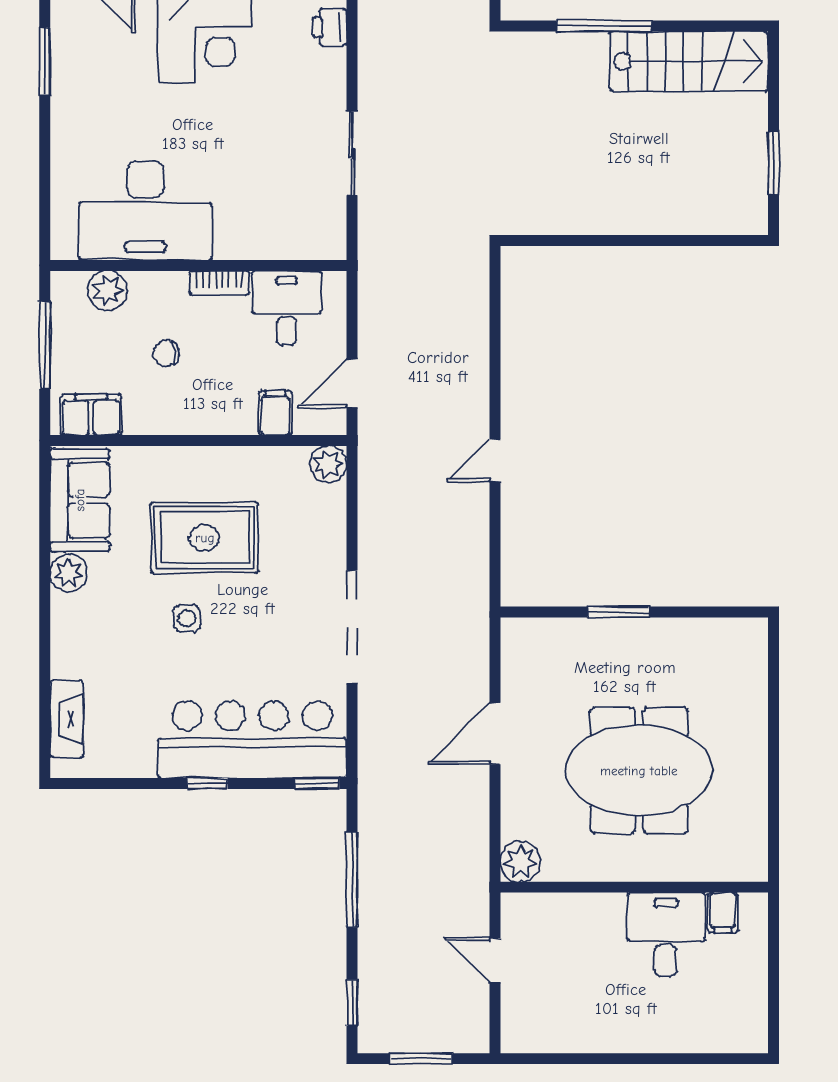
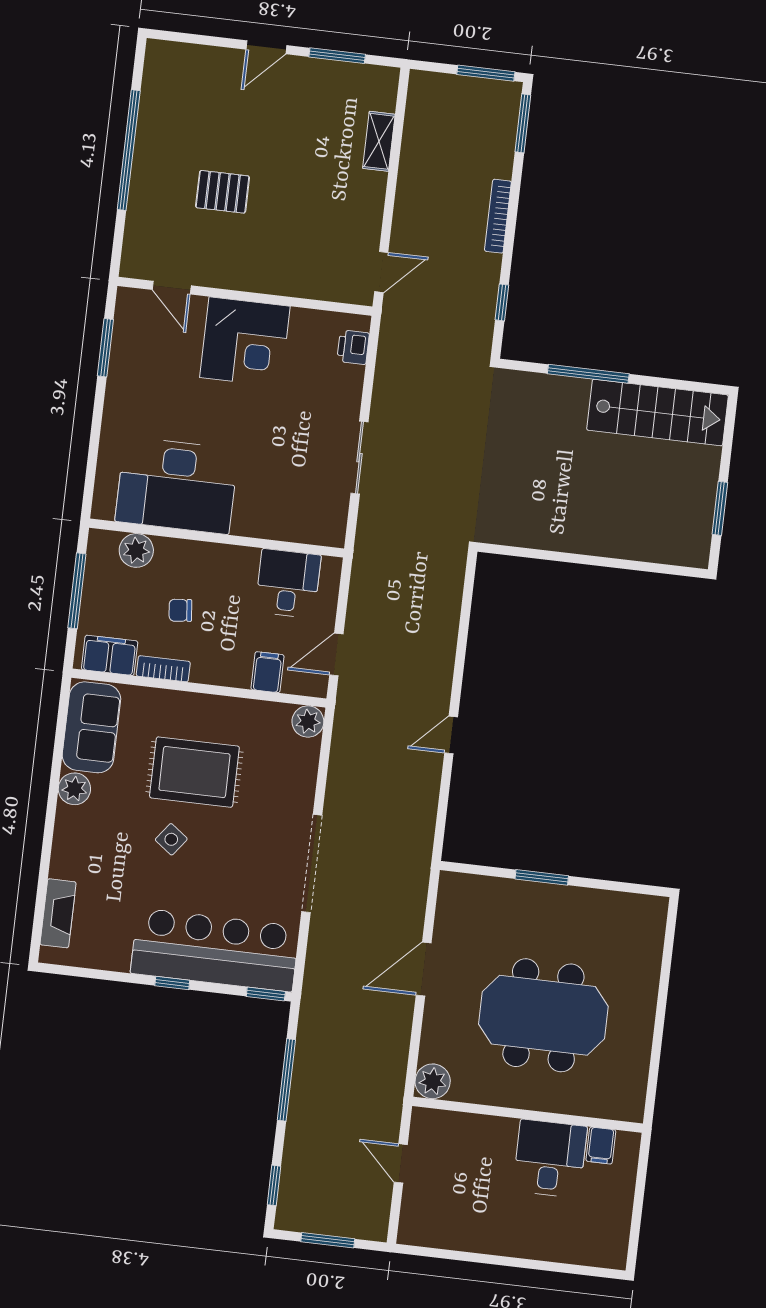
bookcase: (219, 283) -> (163, 669), moved, turned 180
side table: (187, 618) -> (171, 839), turned 37

